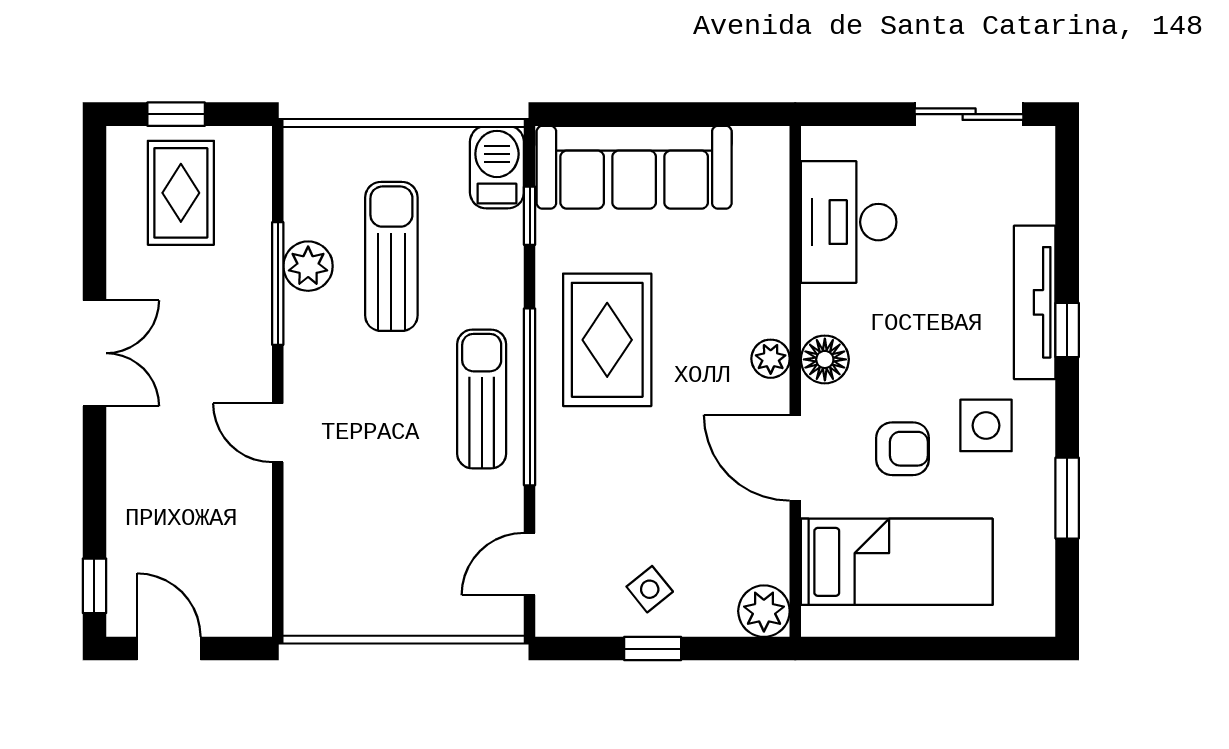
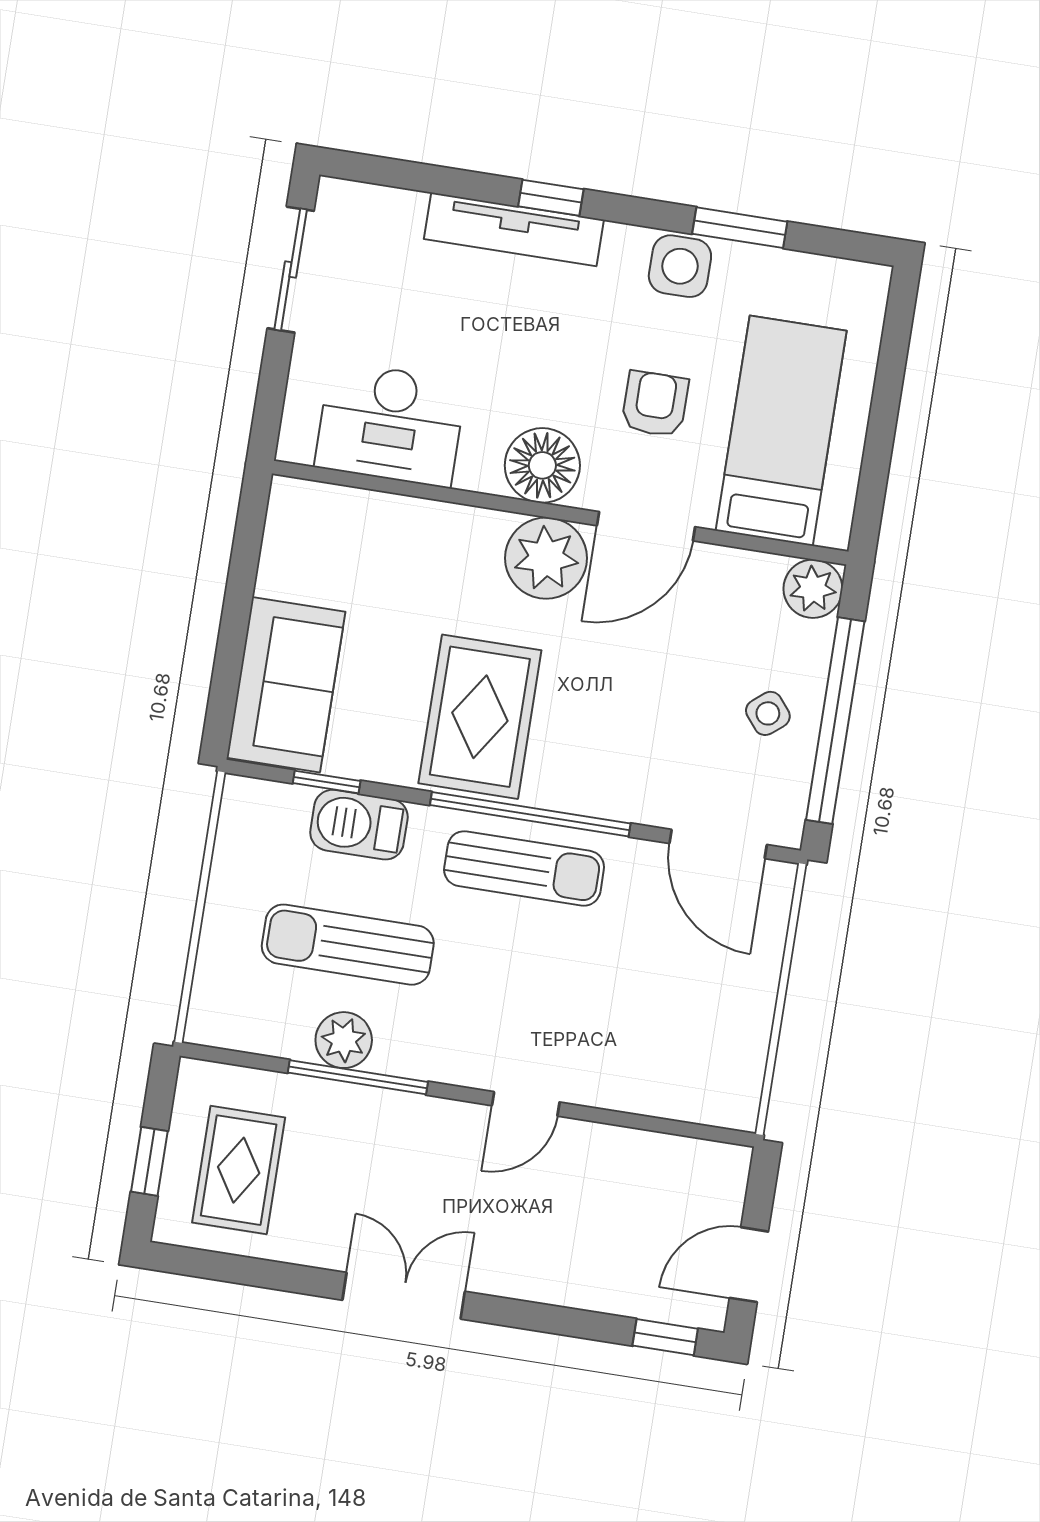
barbecue: (497, 167) -> (359, 825), moved
sofa: (634, 167) -> (286, 685), width x0.73
rug: (181, 193) -> (239, 1170), turned 90
rug: (607, 340) -> (480, 717), turned 90
plant: (771, 359) -> (546, 558), width x1.87, depth x1.87
floor lamp: (825, 359) -> (542, 465), width x1.38, depth x1.38
sun lounger: (482, 399) -> (524, 868), turned 180
side table: (986, 425) -> (680, 266), moved
door: (530, 564) -> (718, 844), width x1.38
window: (653, 649) -> (835, 721), width x3.17

